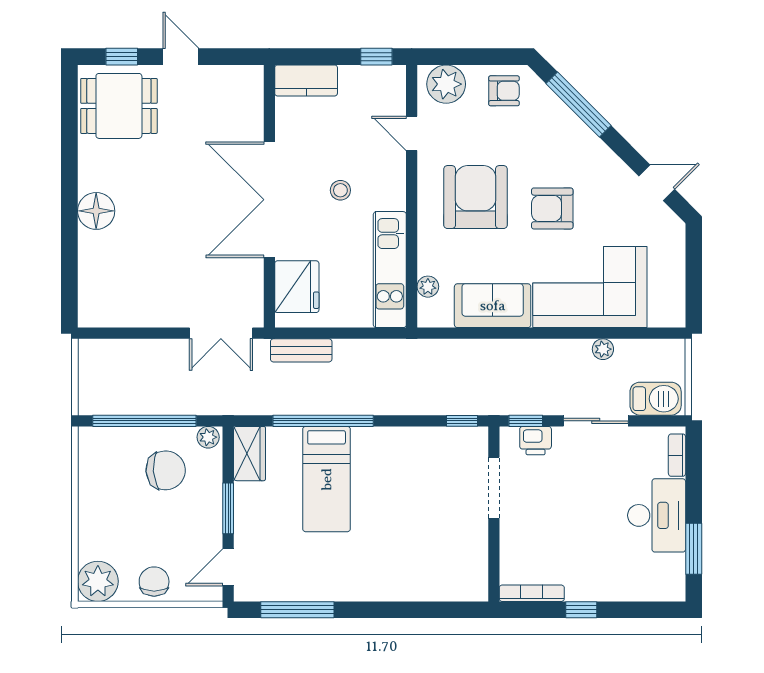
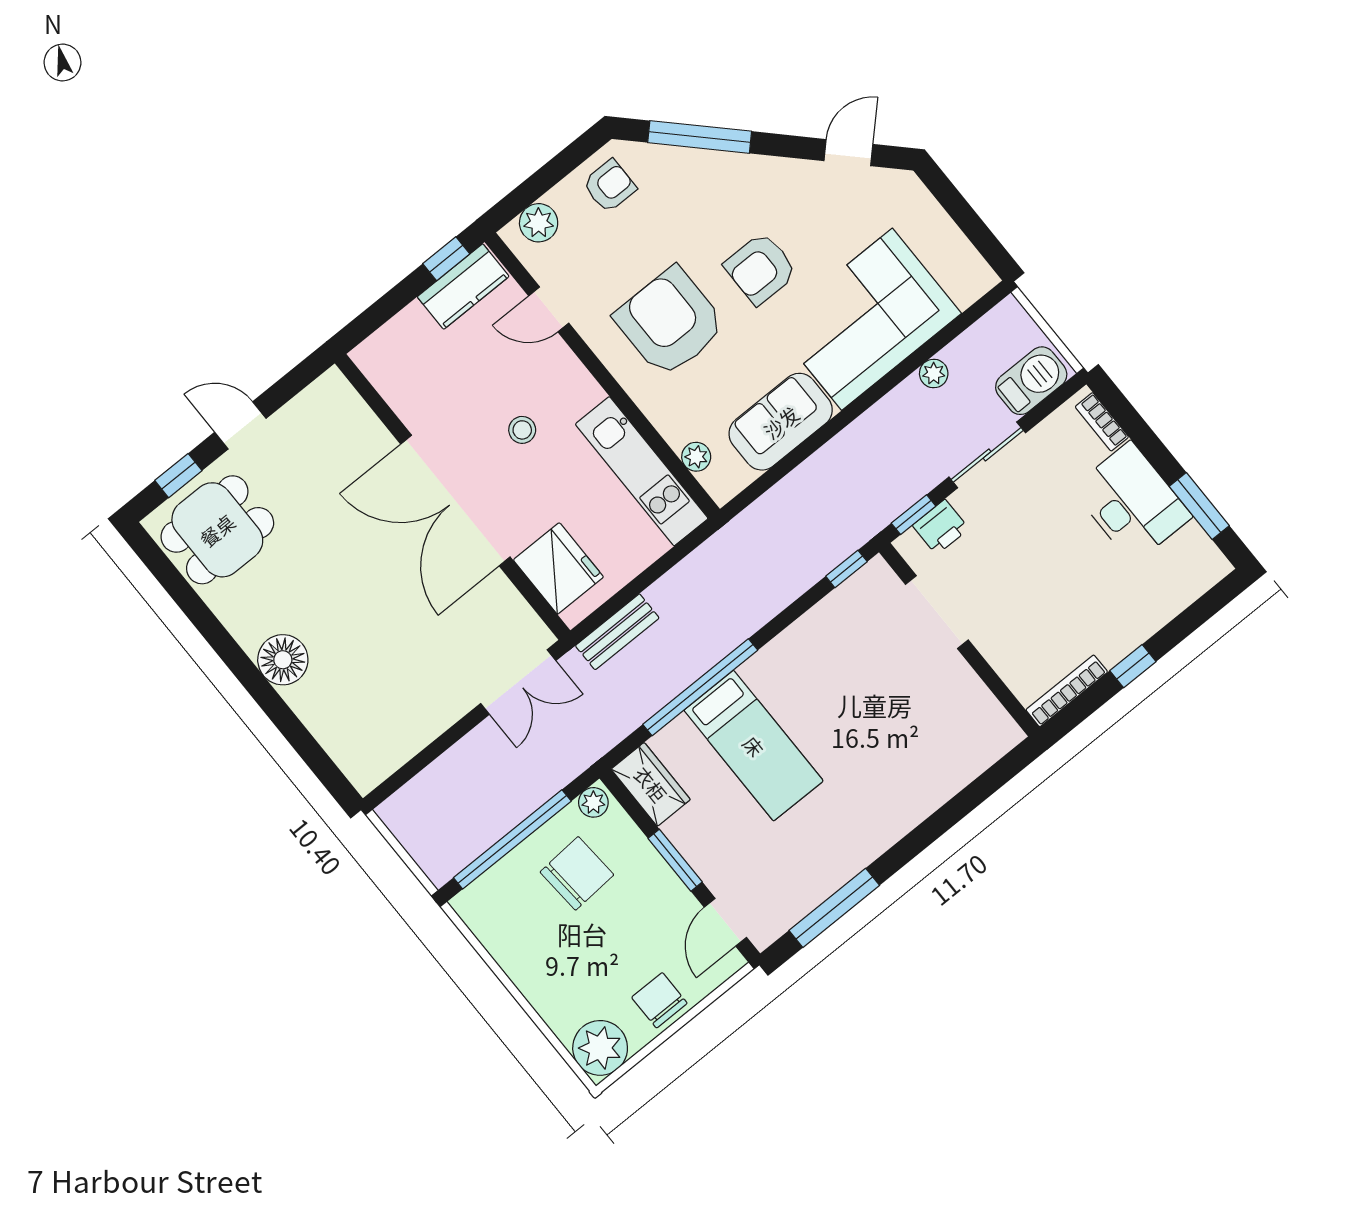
kitchen counter: (306, 80) -> (463, 287), moved
plant: (446, 84) -> (539, 223), width x0.73, depth x0.73

